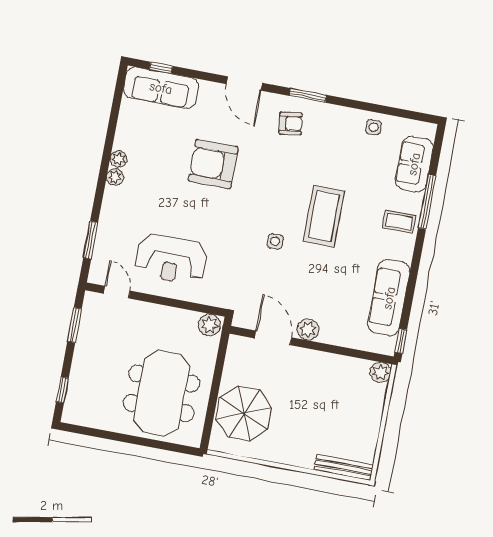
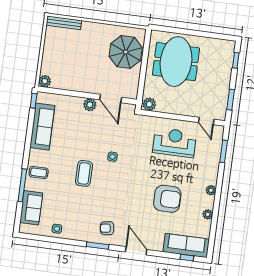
plant: (118, 159) -> (208, 214), moved
armchair: (213, 164) -> (167, 199), moved
coffee table: (324, 216) -> (84, 173), width x0.73, depth x0.76

